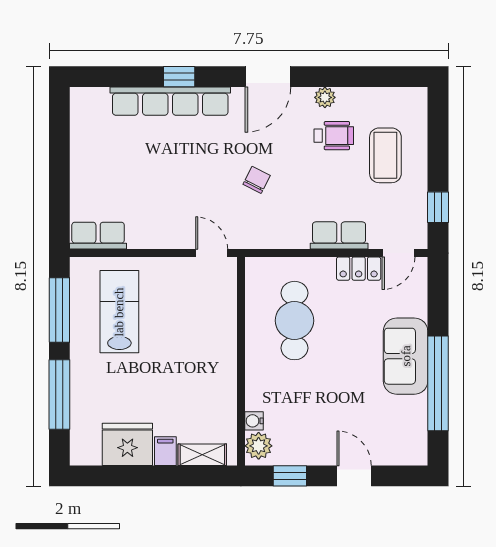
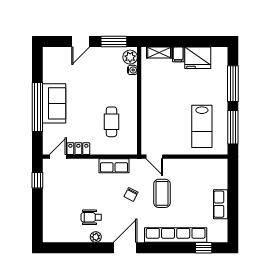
window: (179, 77) -> (204, 248), moved
coffee table: (385, 155) -> (162, 193), moved
row of seats: (339, 235) -> (114, 166), moved
row of seats: (98, 236) -> (221, 204), moved, turned 90
cafe table: (294, 321) -> (111, 122), width x0.73, depth x0.74
window: (438, 383) -> (37, 107), moved
window: (290, 476) -> (114, 42), width x1.50
door: (354, 476) -> (81, 42), hinge flipped

